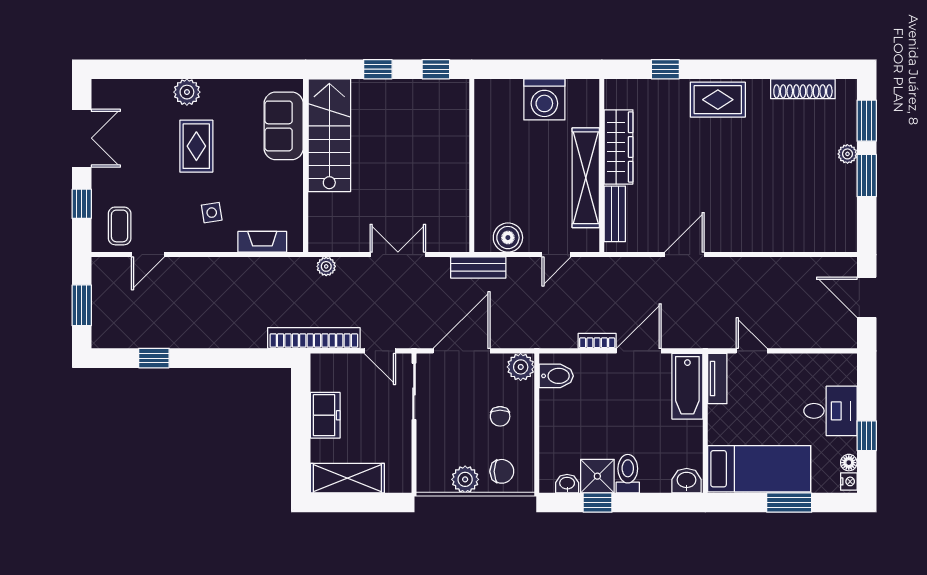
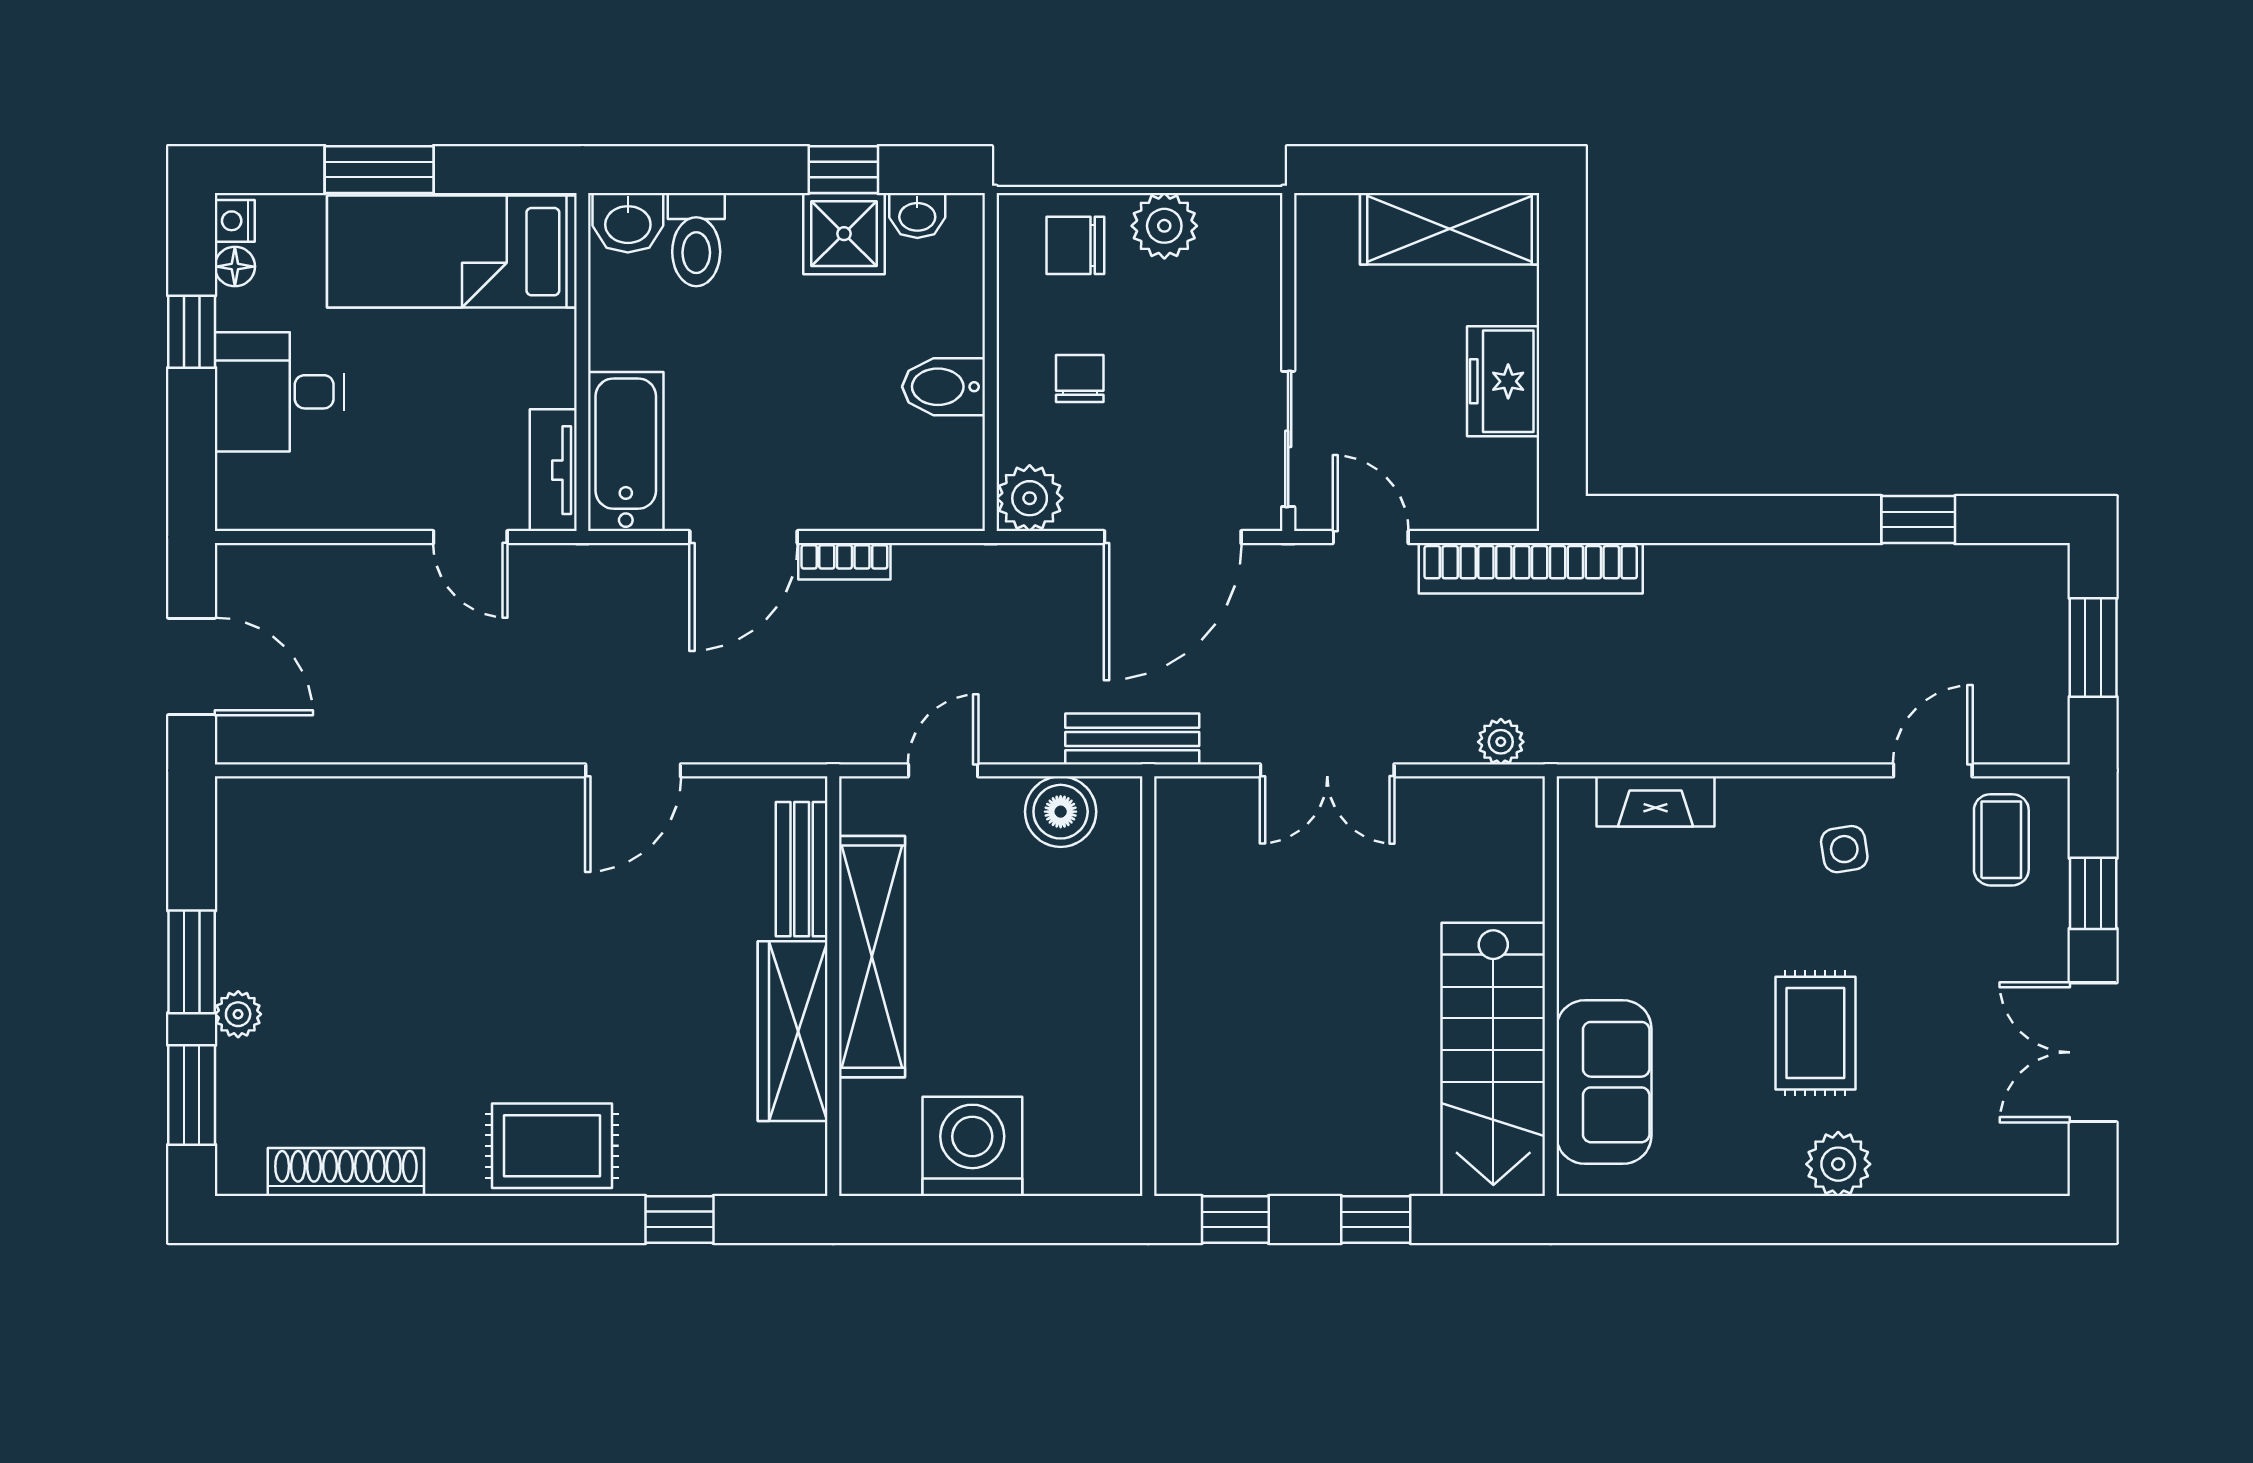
side table: (212, 213) -> (1844, 849), moved
bidet: (556, 376) -> (944, 387), moved
toilet: (628, 474) -> (696, 240), moved

